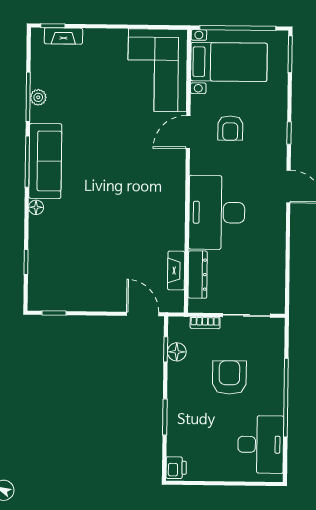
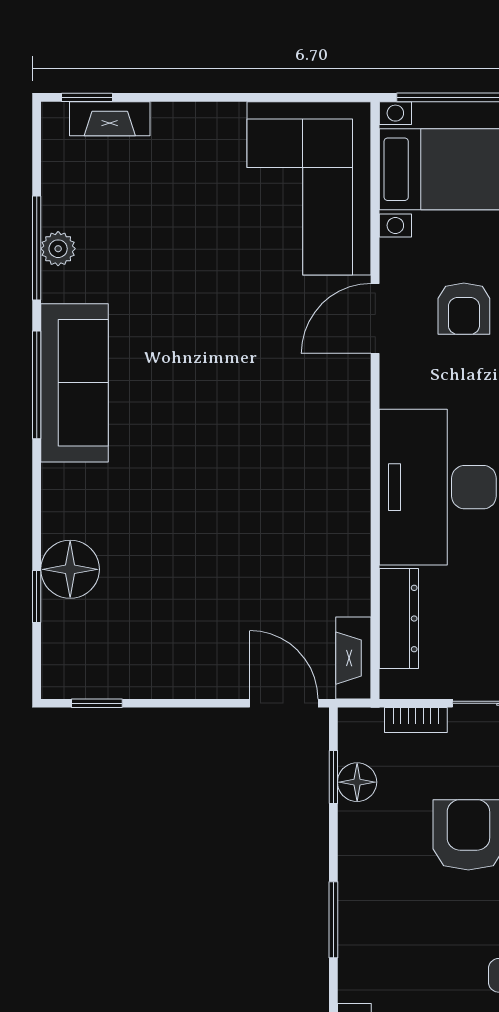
floor lamp: (36, 207) -> (70, 569), moved, width x1.89, depth x1.89
fireplace: (176, 271) -> (353, 658), moved

